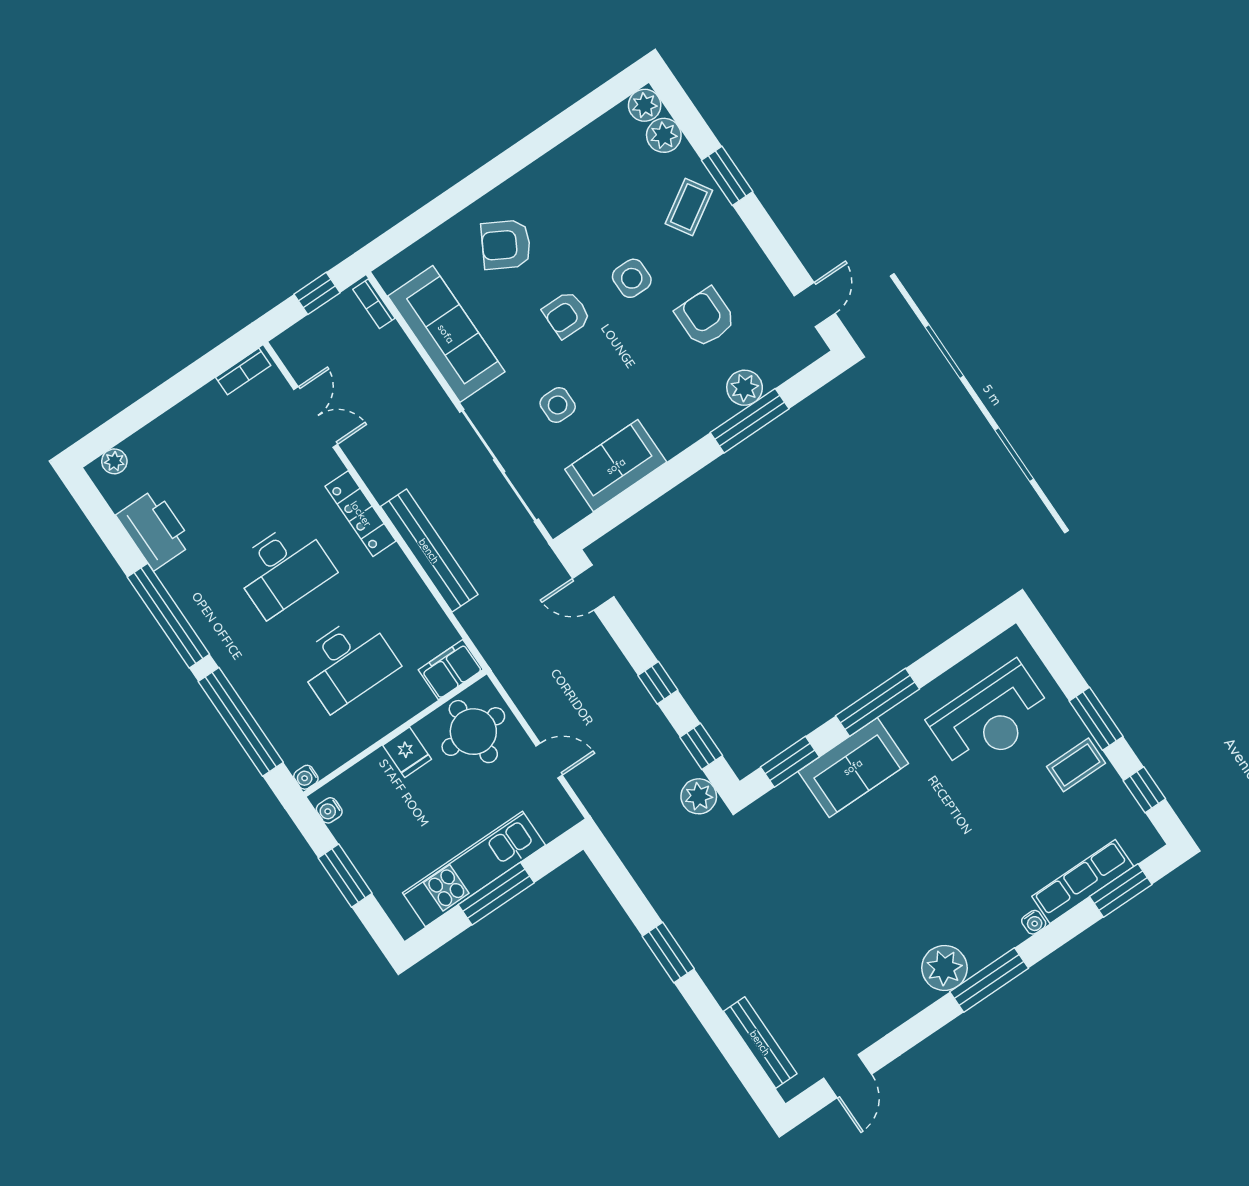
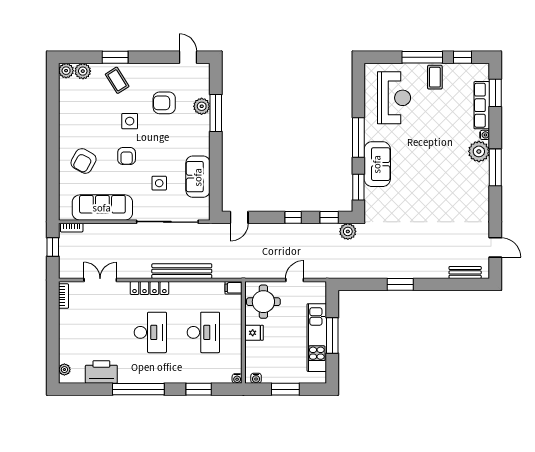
filing cabinet: (451, 670) -> (234, 288), width x0.50
window: (1096, 719) -> (422, 57), width x1.44
window: (241, 722) -> (199, 389), width x0.47
plant: (944, 968) -> (479, 151), moved
bench: (760, 1043) -> (465, 272), width x0.73

